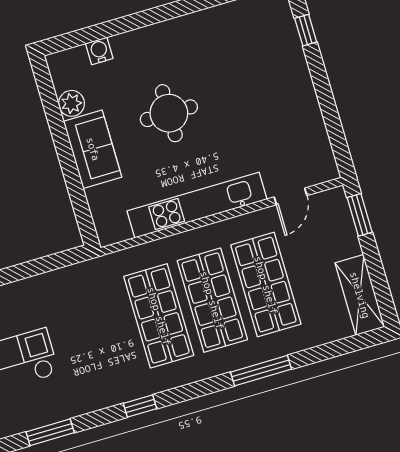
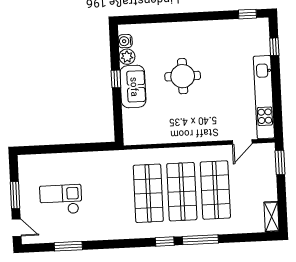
water cooler: (99, 51) -> (125, 41), moved, turned -90
window: (62, 144) -> (116, 79), added
kitchen unit: (197, 205) -> (264, 97), moved, turned -90
shelving: (360, 295) -> (272, 217), width x0.67, depth x0.75
window: (140, 406) -> (165, 241), moved

